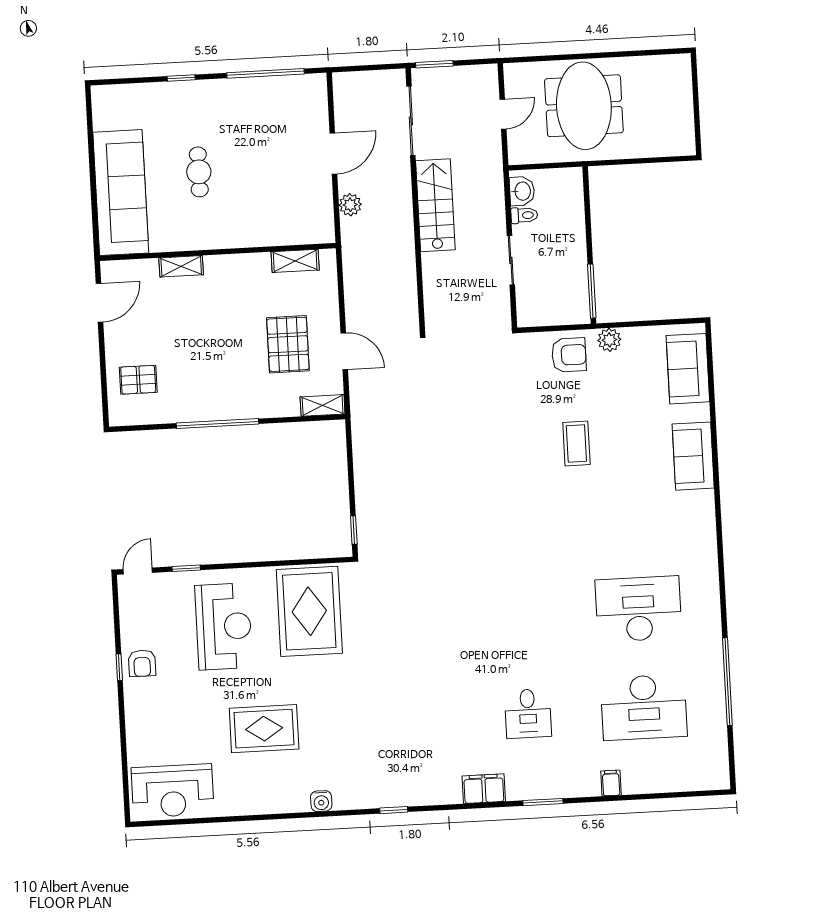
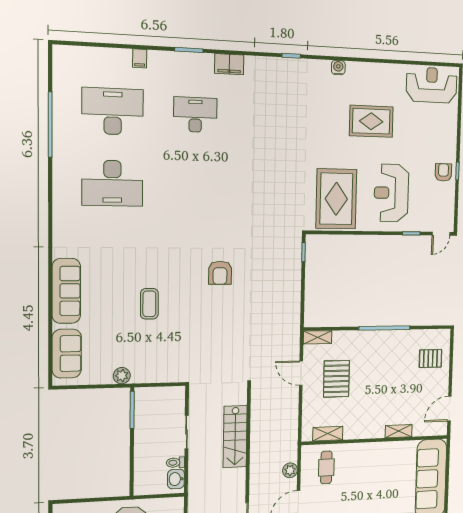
cafe table: (199, 172) -> (326, 467), moved
stairs: (435, 205) -> (235, 437), moved
armchair: (569, 355) -> (220, 273), moved, turned -90
sofa: (693, 456) -> (66, 291), width x1.36
desk: (528, 714) -> (195, 115), width x1.37

